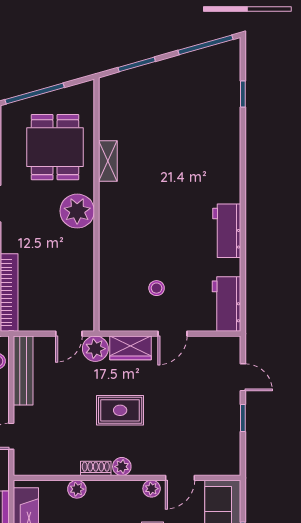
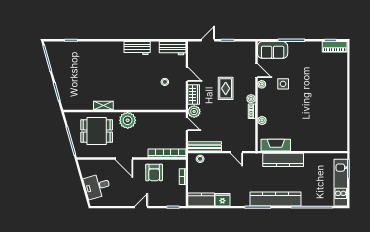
rug: (120, 410) -> (226, 88), moved

